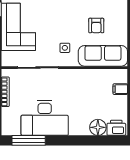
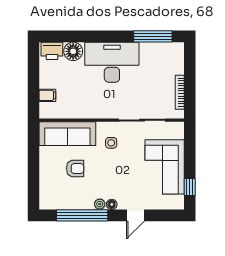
armchair: (96, 26) -> (75, 168), turned 90
desk: (45, 118) -> (112, 62), moved

